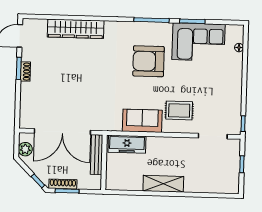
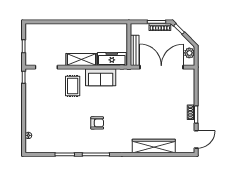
corner sofa: (198, 42) -> (59, 139), removed
armchair: (149, 61) -> (97, 123), width x0.53, depth x0.53
rug: (179, 110) -> (73, 86), turned 90
shelving: (163, 184) -> (81, 60), moved

